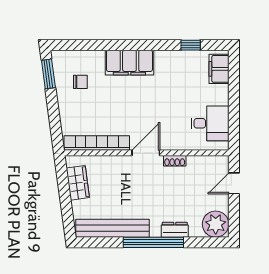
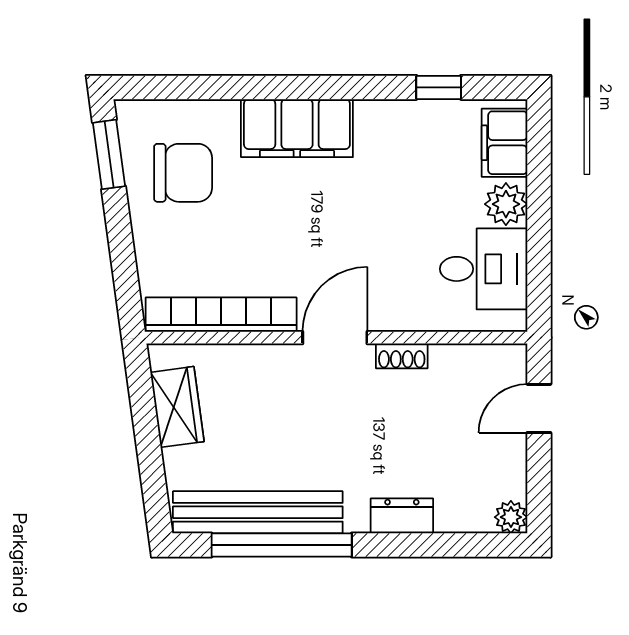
chair: (80, 82) -> (183, 173), width x1.87, depth x1.87
plant: (220, 95) -> (506, 204), added
plant: (216, 224) -> (511, 517), width x0.53, depth x0.53
window: (153, 242) -> (282, 545), moved

